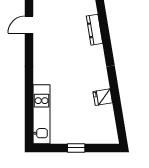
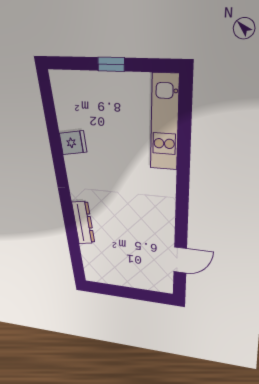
dresser: (94, 30) -> (83, 223), moved

